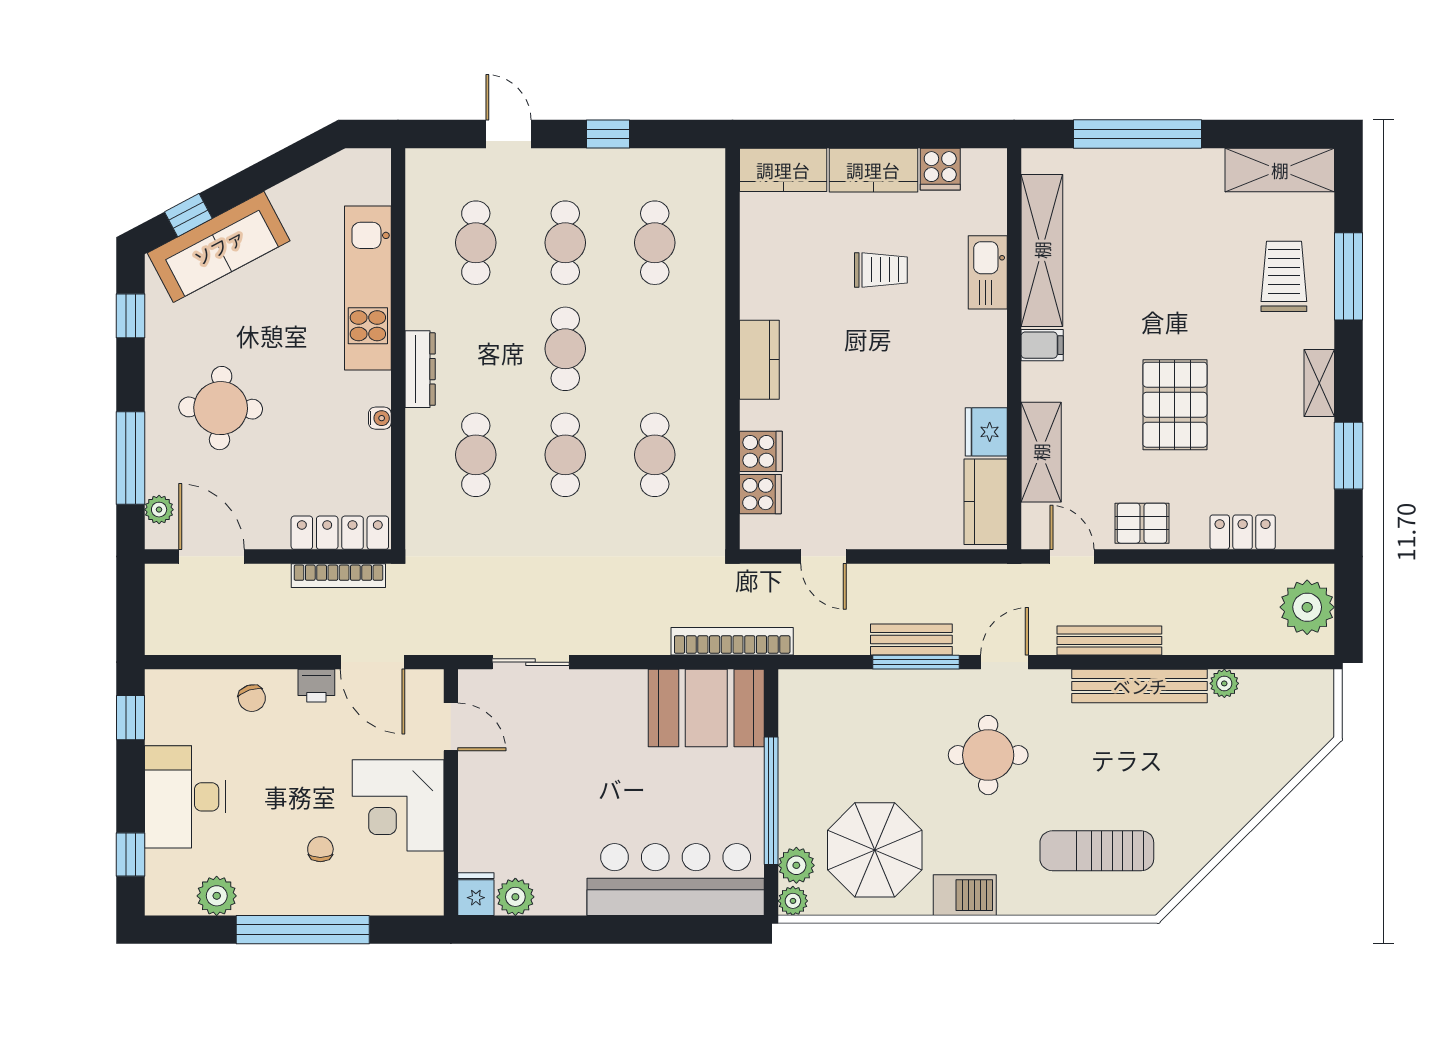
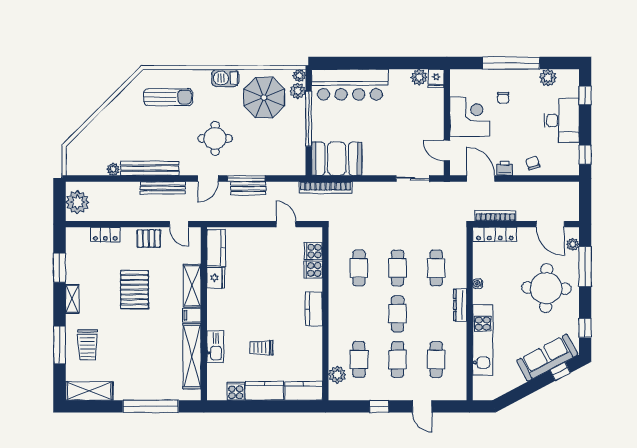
plant: (705, 208) -> (337, 375), added
round table: (221, 408) -> (546, 288), width x1.36, depth x1.36
shelving: (1041, 452) -> (192, 286), moved

